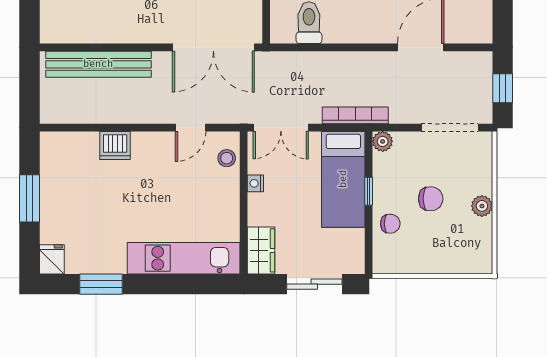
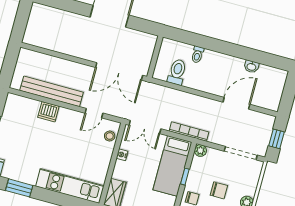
bench: (98, 64) -> (52, 91), moved

